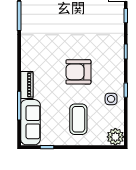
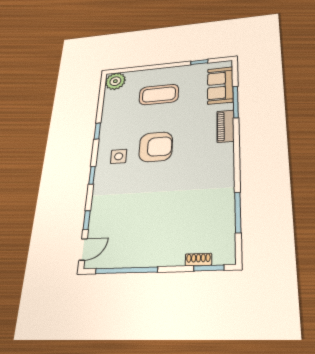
side table: (111, 99) -> (119, 156), moved
coffee table: (78, 119) -> (159, 95), turned 90
sofa: (30, 122) -> (220, 85), width x0.73

